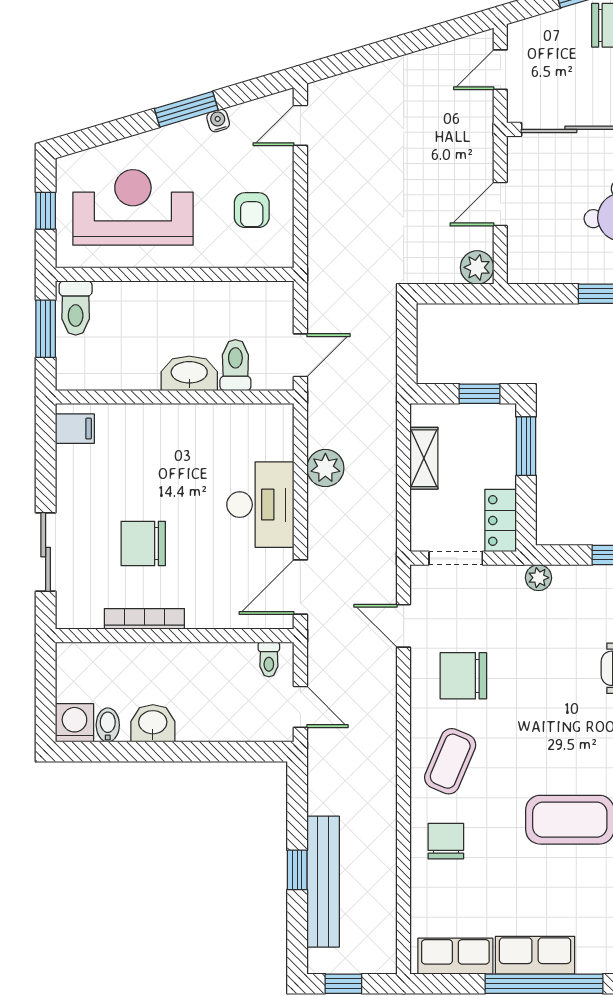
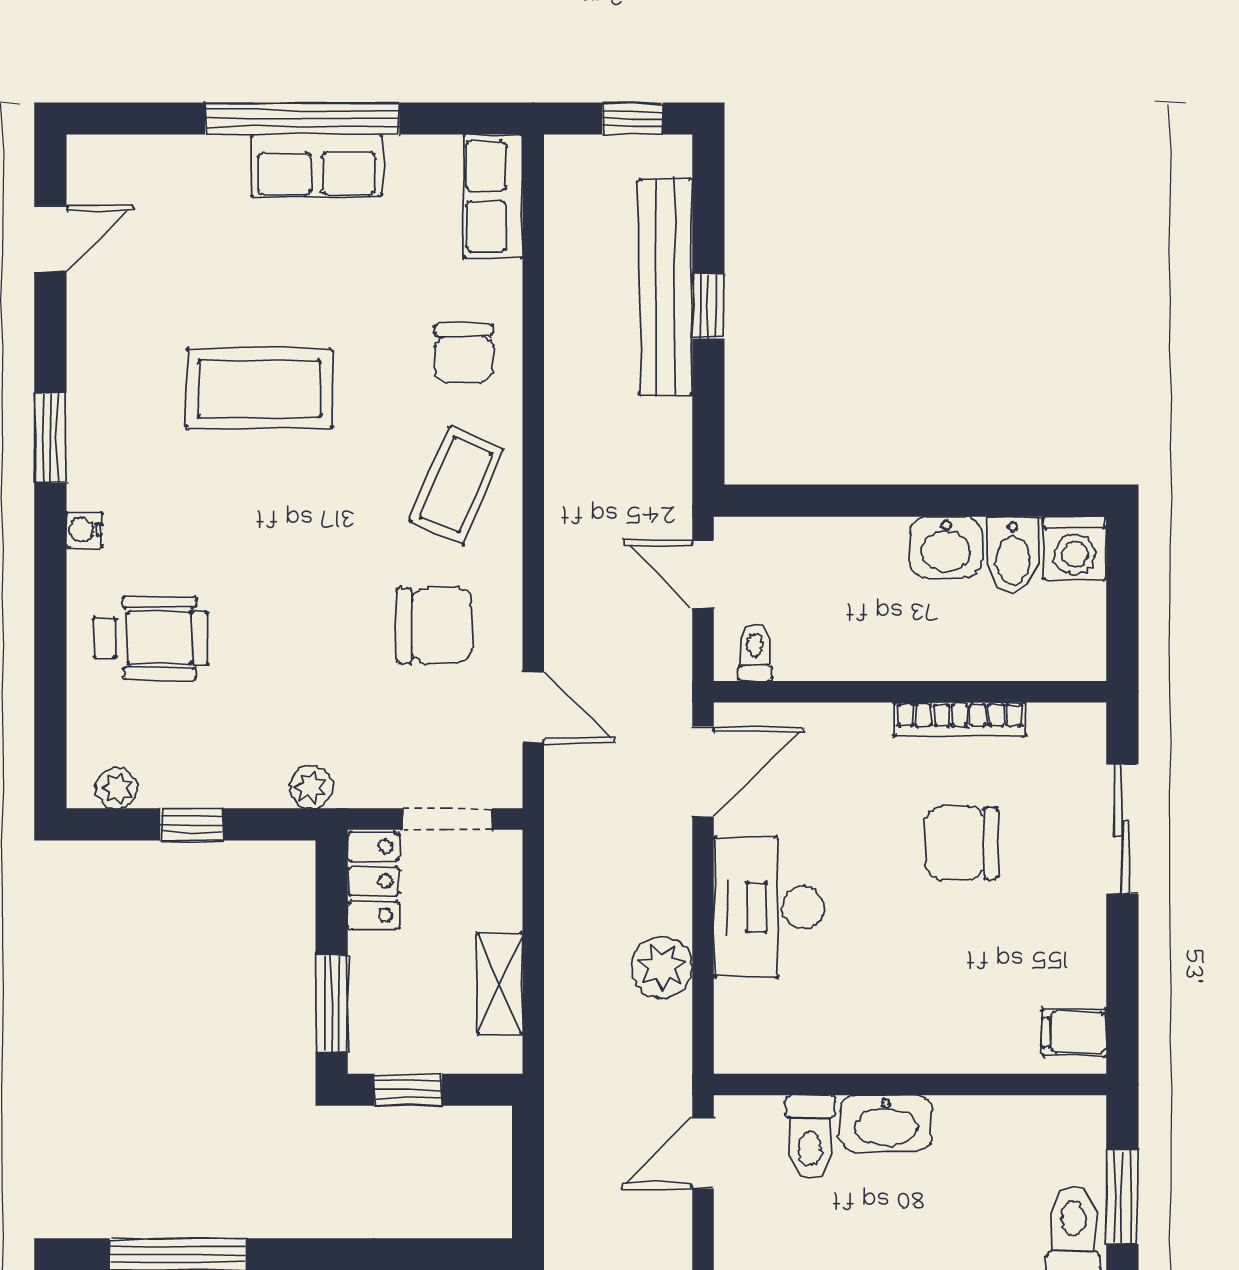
chair: (143, 543) -> (962, 843), turned 180
bidet: (108, 725) -> (1013, 555), width x1.38, depth x1.36
row of seats: (455, 956) -> (493, 196), moved, turned 90

